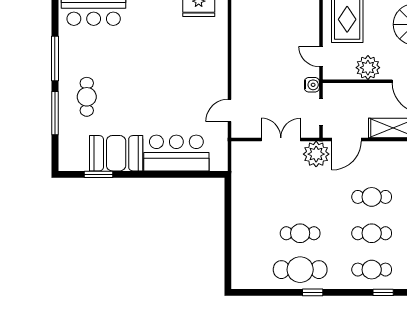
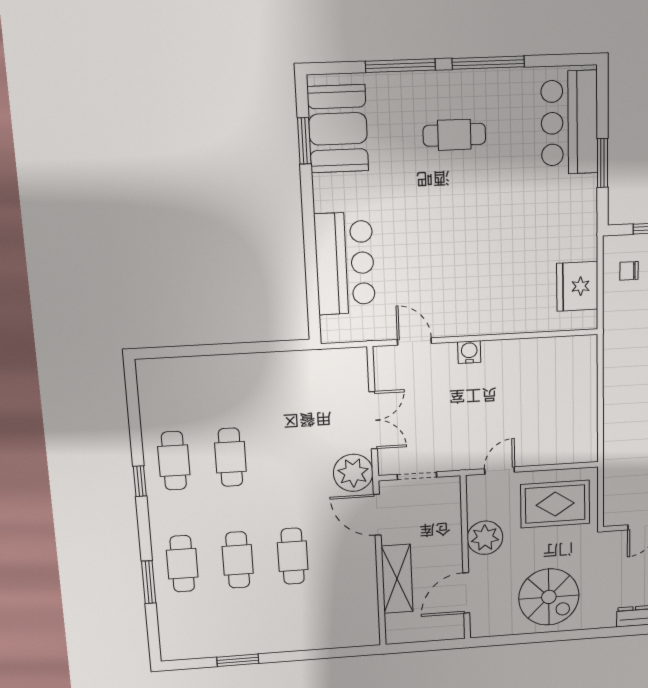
water cooler: (312, 85) -> (469, 352), moved, turned 180
cafe table: (87, 97) -> (454, 135), moved
booth: (116, 153) -> (338, 129), moved
cafe table: (300, 270) -> (174, 461), width x0.73, depth x0.74
window: (383, 292) -> (149, 582), width x1.50

